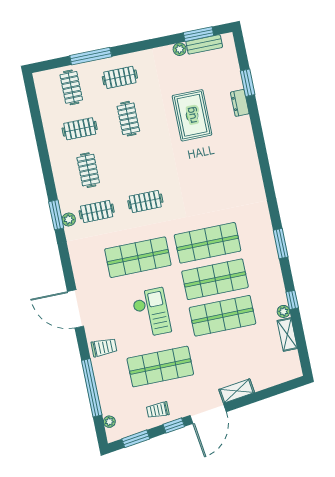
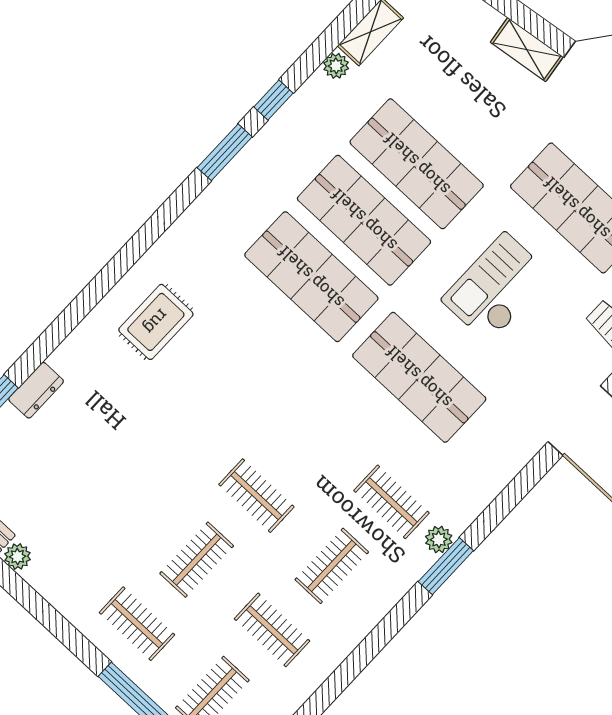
rug: (192, 115) -> (156, 322), moved, width x0.73, depth x0.70
clothes rail: (145, 201) -> (256, 496), moved
window: (292, 300) -> (273, 100), moved

